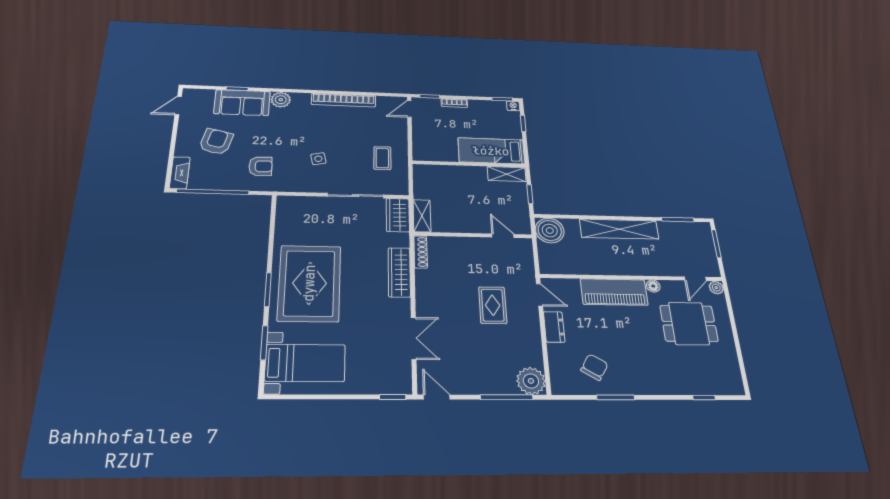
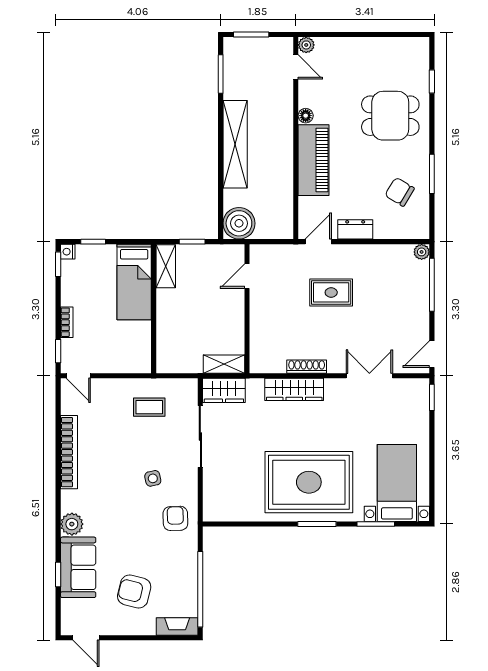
armchair: (260, 166) -> (175, 518), moved
shoe rack: (421, 252) -> (307, 367), moved
dining table: (689, 323) -> (390, 116), moved, turned 90
plant: (531, 381) -> (422, 252), width x0.53, depth x0.53

